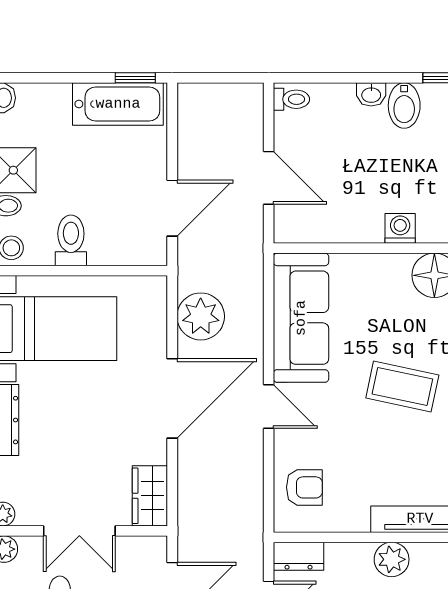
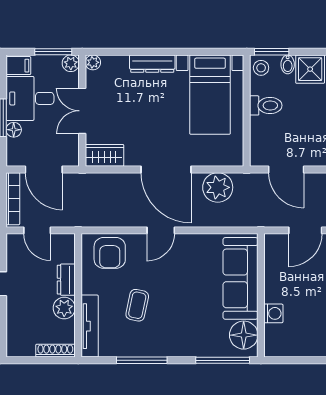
sofa: (301, 318) -> (240, 278), moved, turned 90
coffee table: (402, 386) -> (137, 305), moved, width x0.73, depth x0.77
armchair: (304, 487) -> (110, 253), width x1.38, depth x1.38
dresser: (299, 556) -> (66, 280), moved

